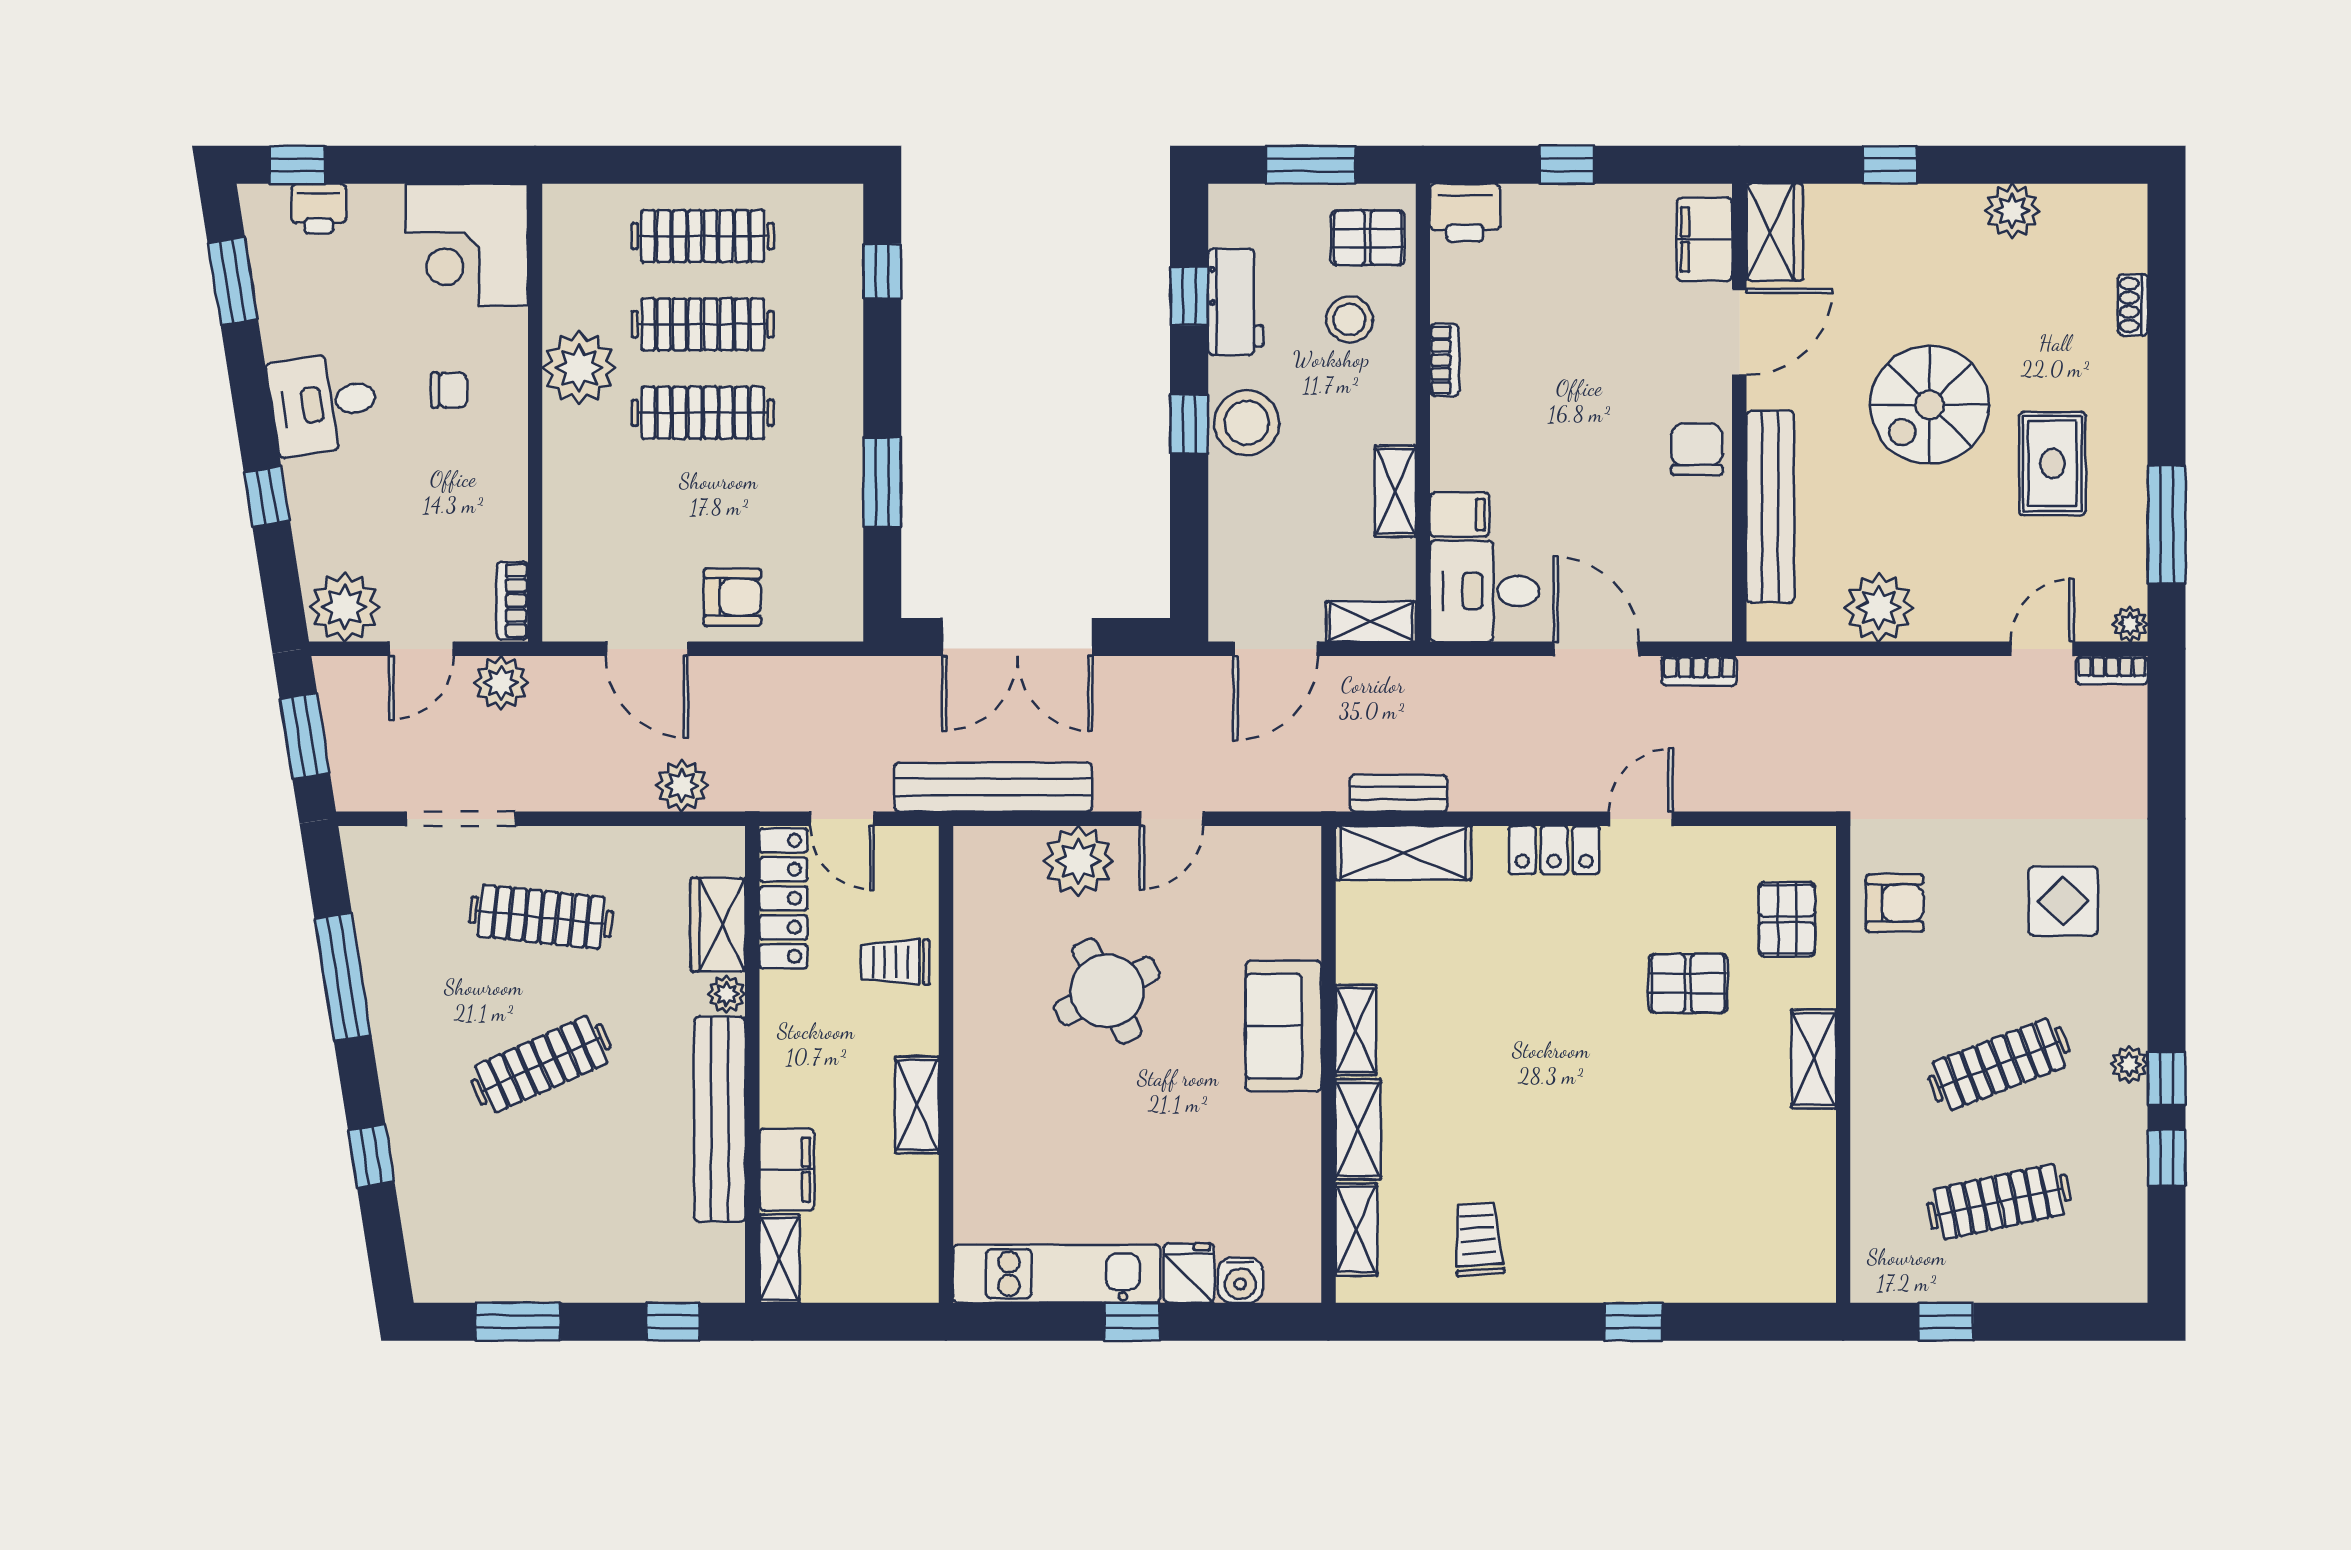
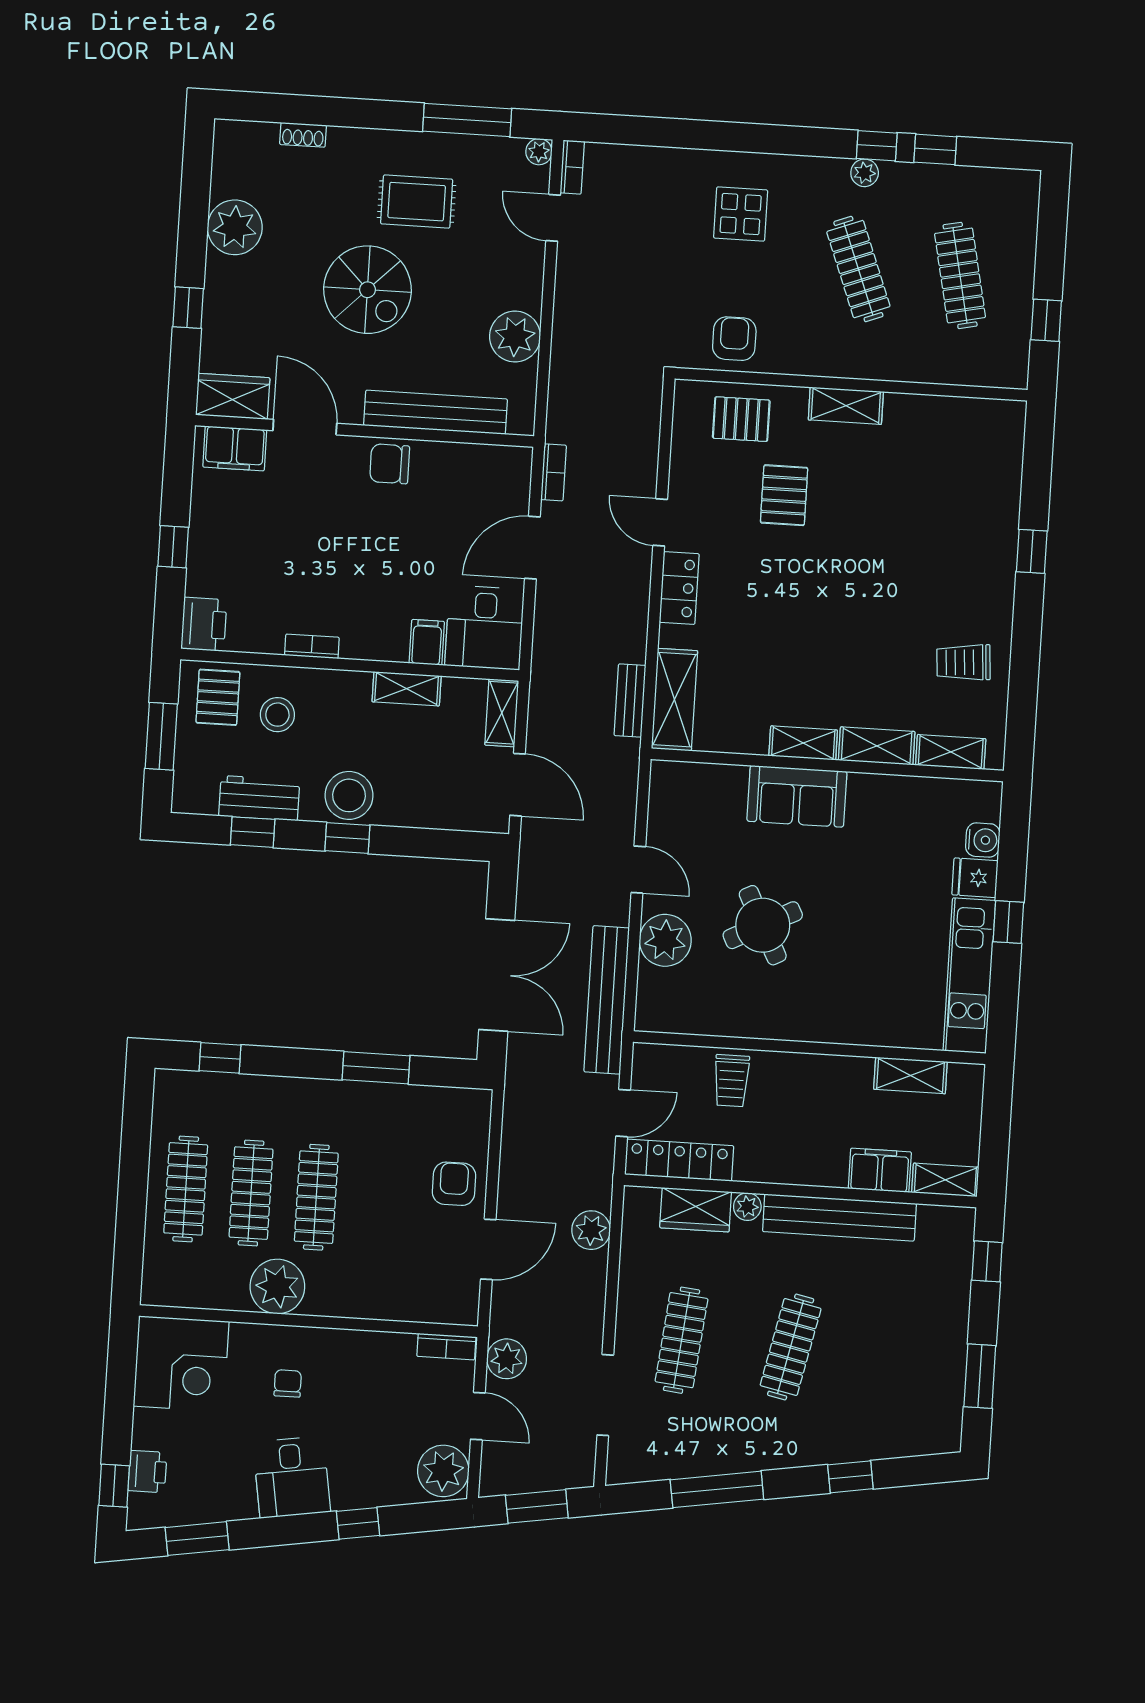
plant: (2012, 211) -> (235, 227), width x1.36, depth x1.36
clothes rail: (541, 1064) -> (791, 1347), turned 36
shelving: (917, 1105) -> (910, 1075), moved

